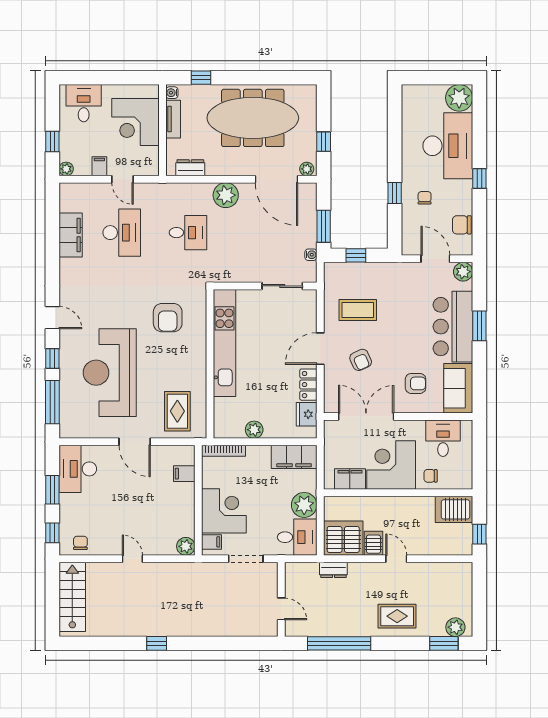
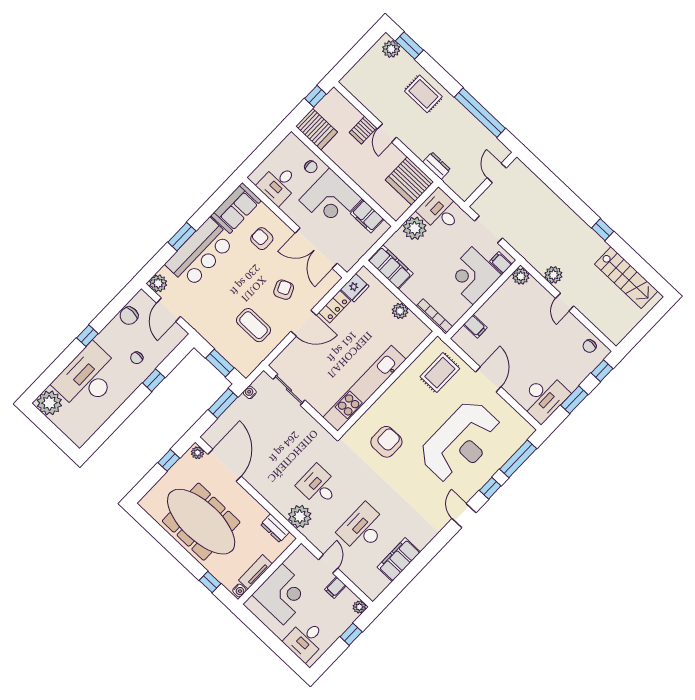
plant: (226, 195) -> (300, 516), moved
chair: (462, 225) -> (129, 316), turned 90
window: (356, 255) -> (220, 363), width x1.50
server rack: (374, 543) -> (363, 130), moved
plant: (161, 572) -> (553, 275), added
stairs: (72, 597) -> (626, 278), moved, turned -90

